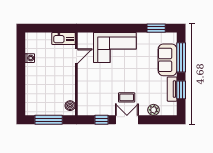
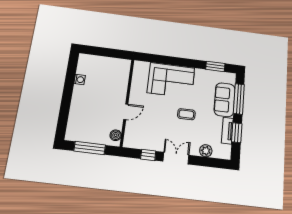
kitchen sink: (64, 38) -> (118, 64), removed
door: (76, 56) -> (126, 112), moved
coffee table: (127, 97) -> (186, 114), moved

